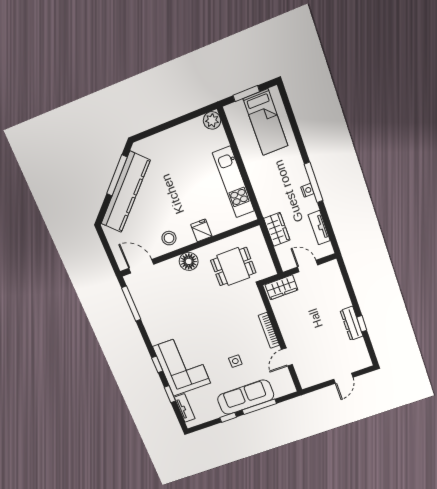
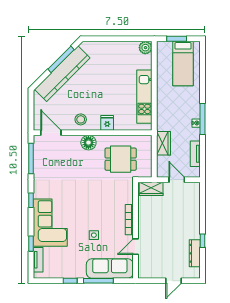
dresser: (352, 323) -> (195, 253), moved
window: (157, 364) -> (31, 200), moved
sofa: (246, 397) -> (110, 268), moved

